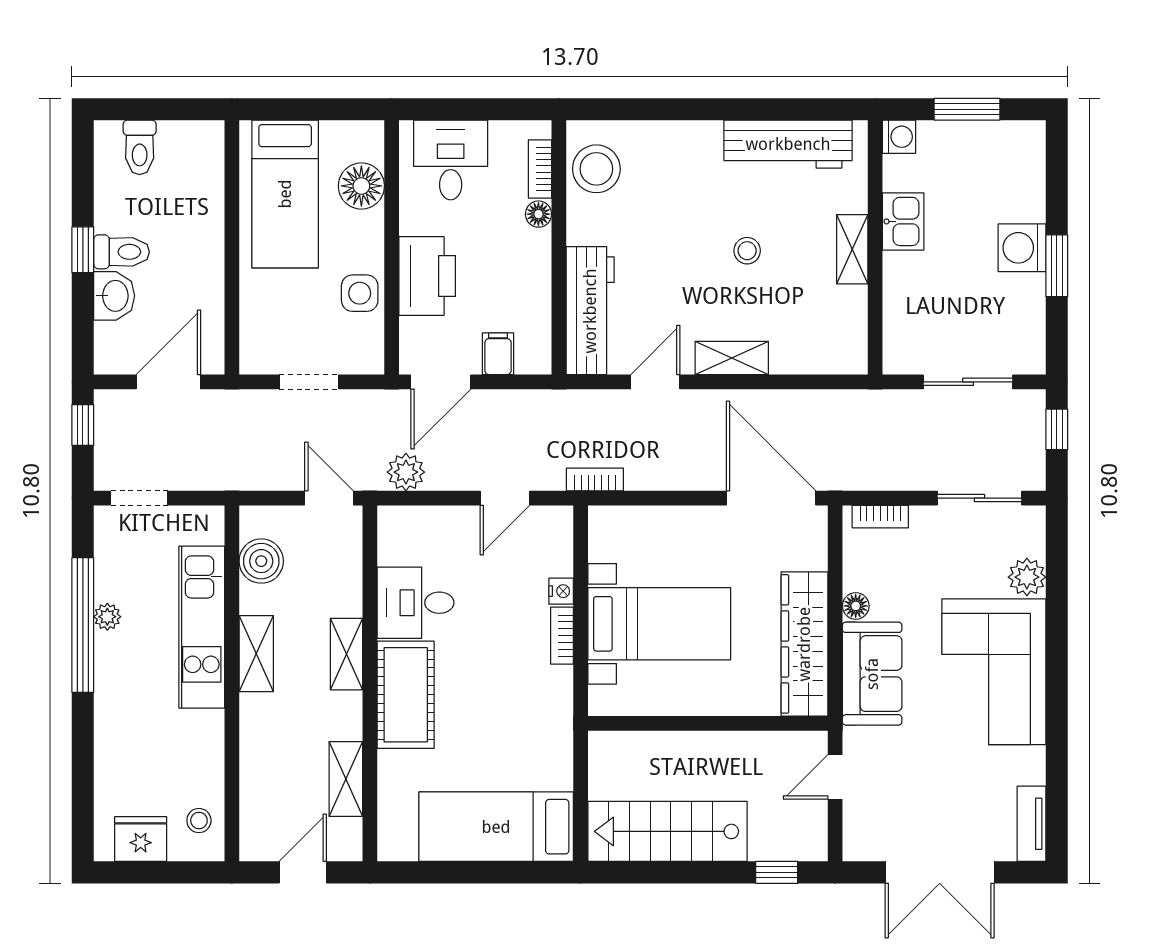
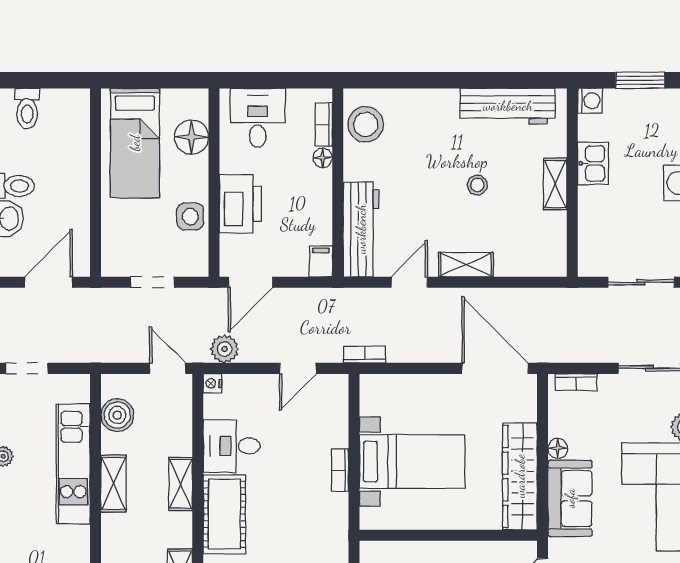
filing cabinet: (498, 354) -> (321, 261), moved
nightstand: (561, 591) -> (212, 383), moved, turned 180

